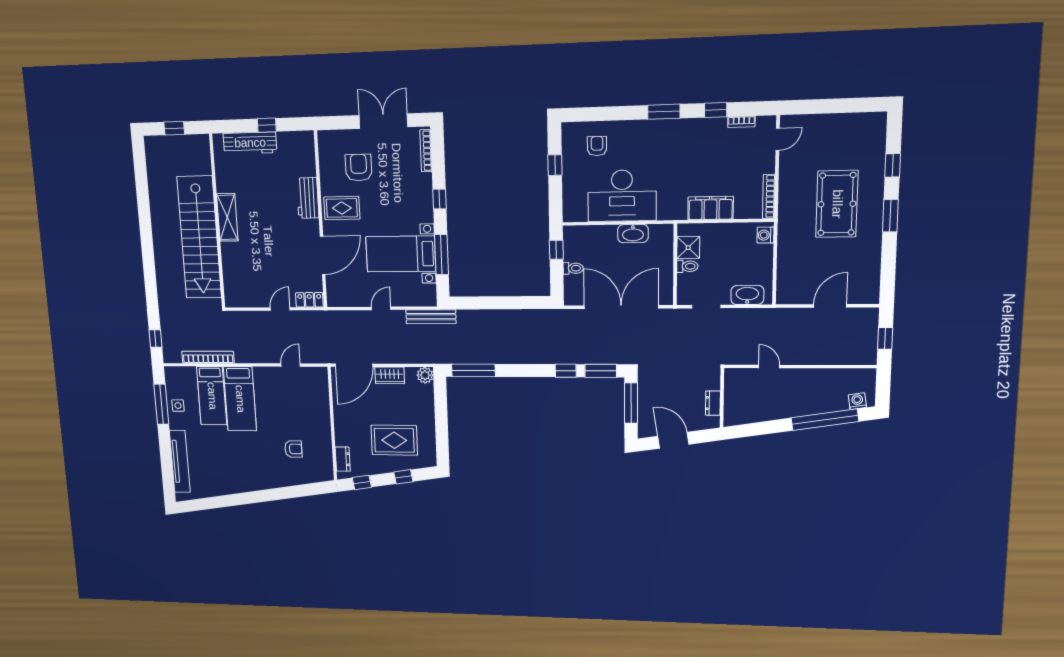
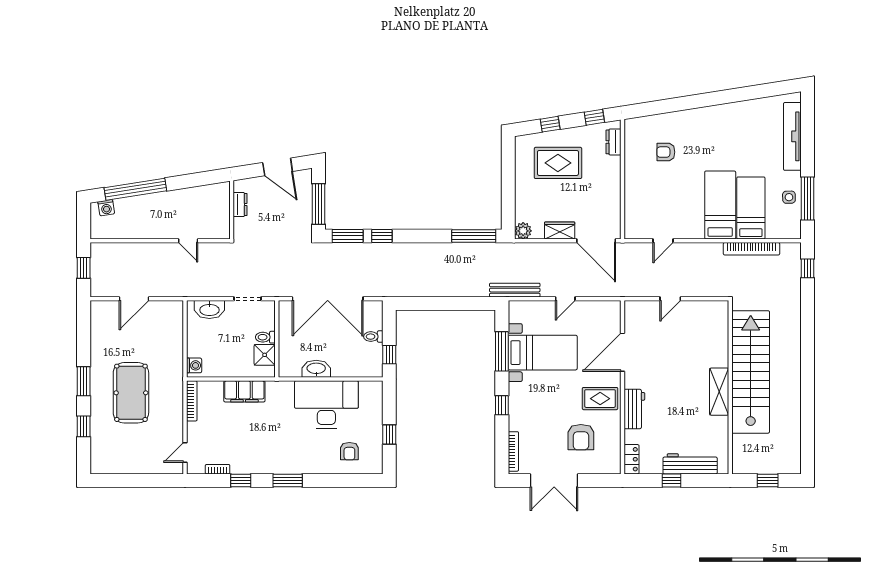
locker: (309, 300) -> (632, 459), moved, turned -90
door: (354, 365) -> (596, 241), swing flipped

